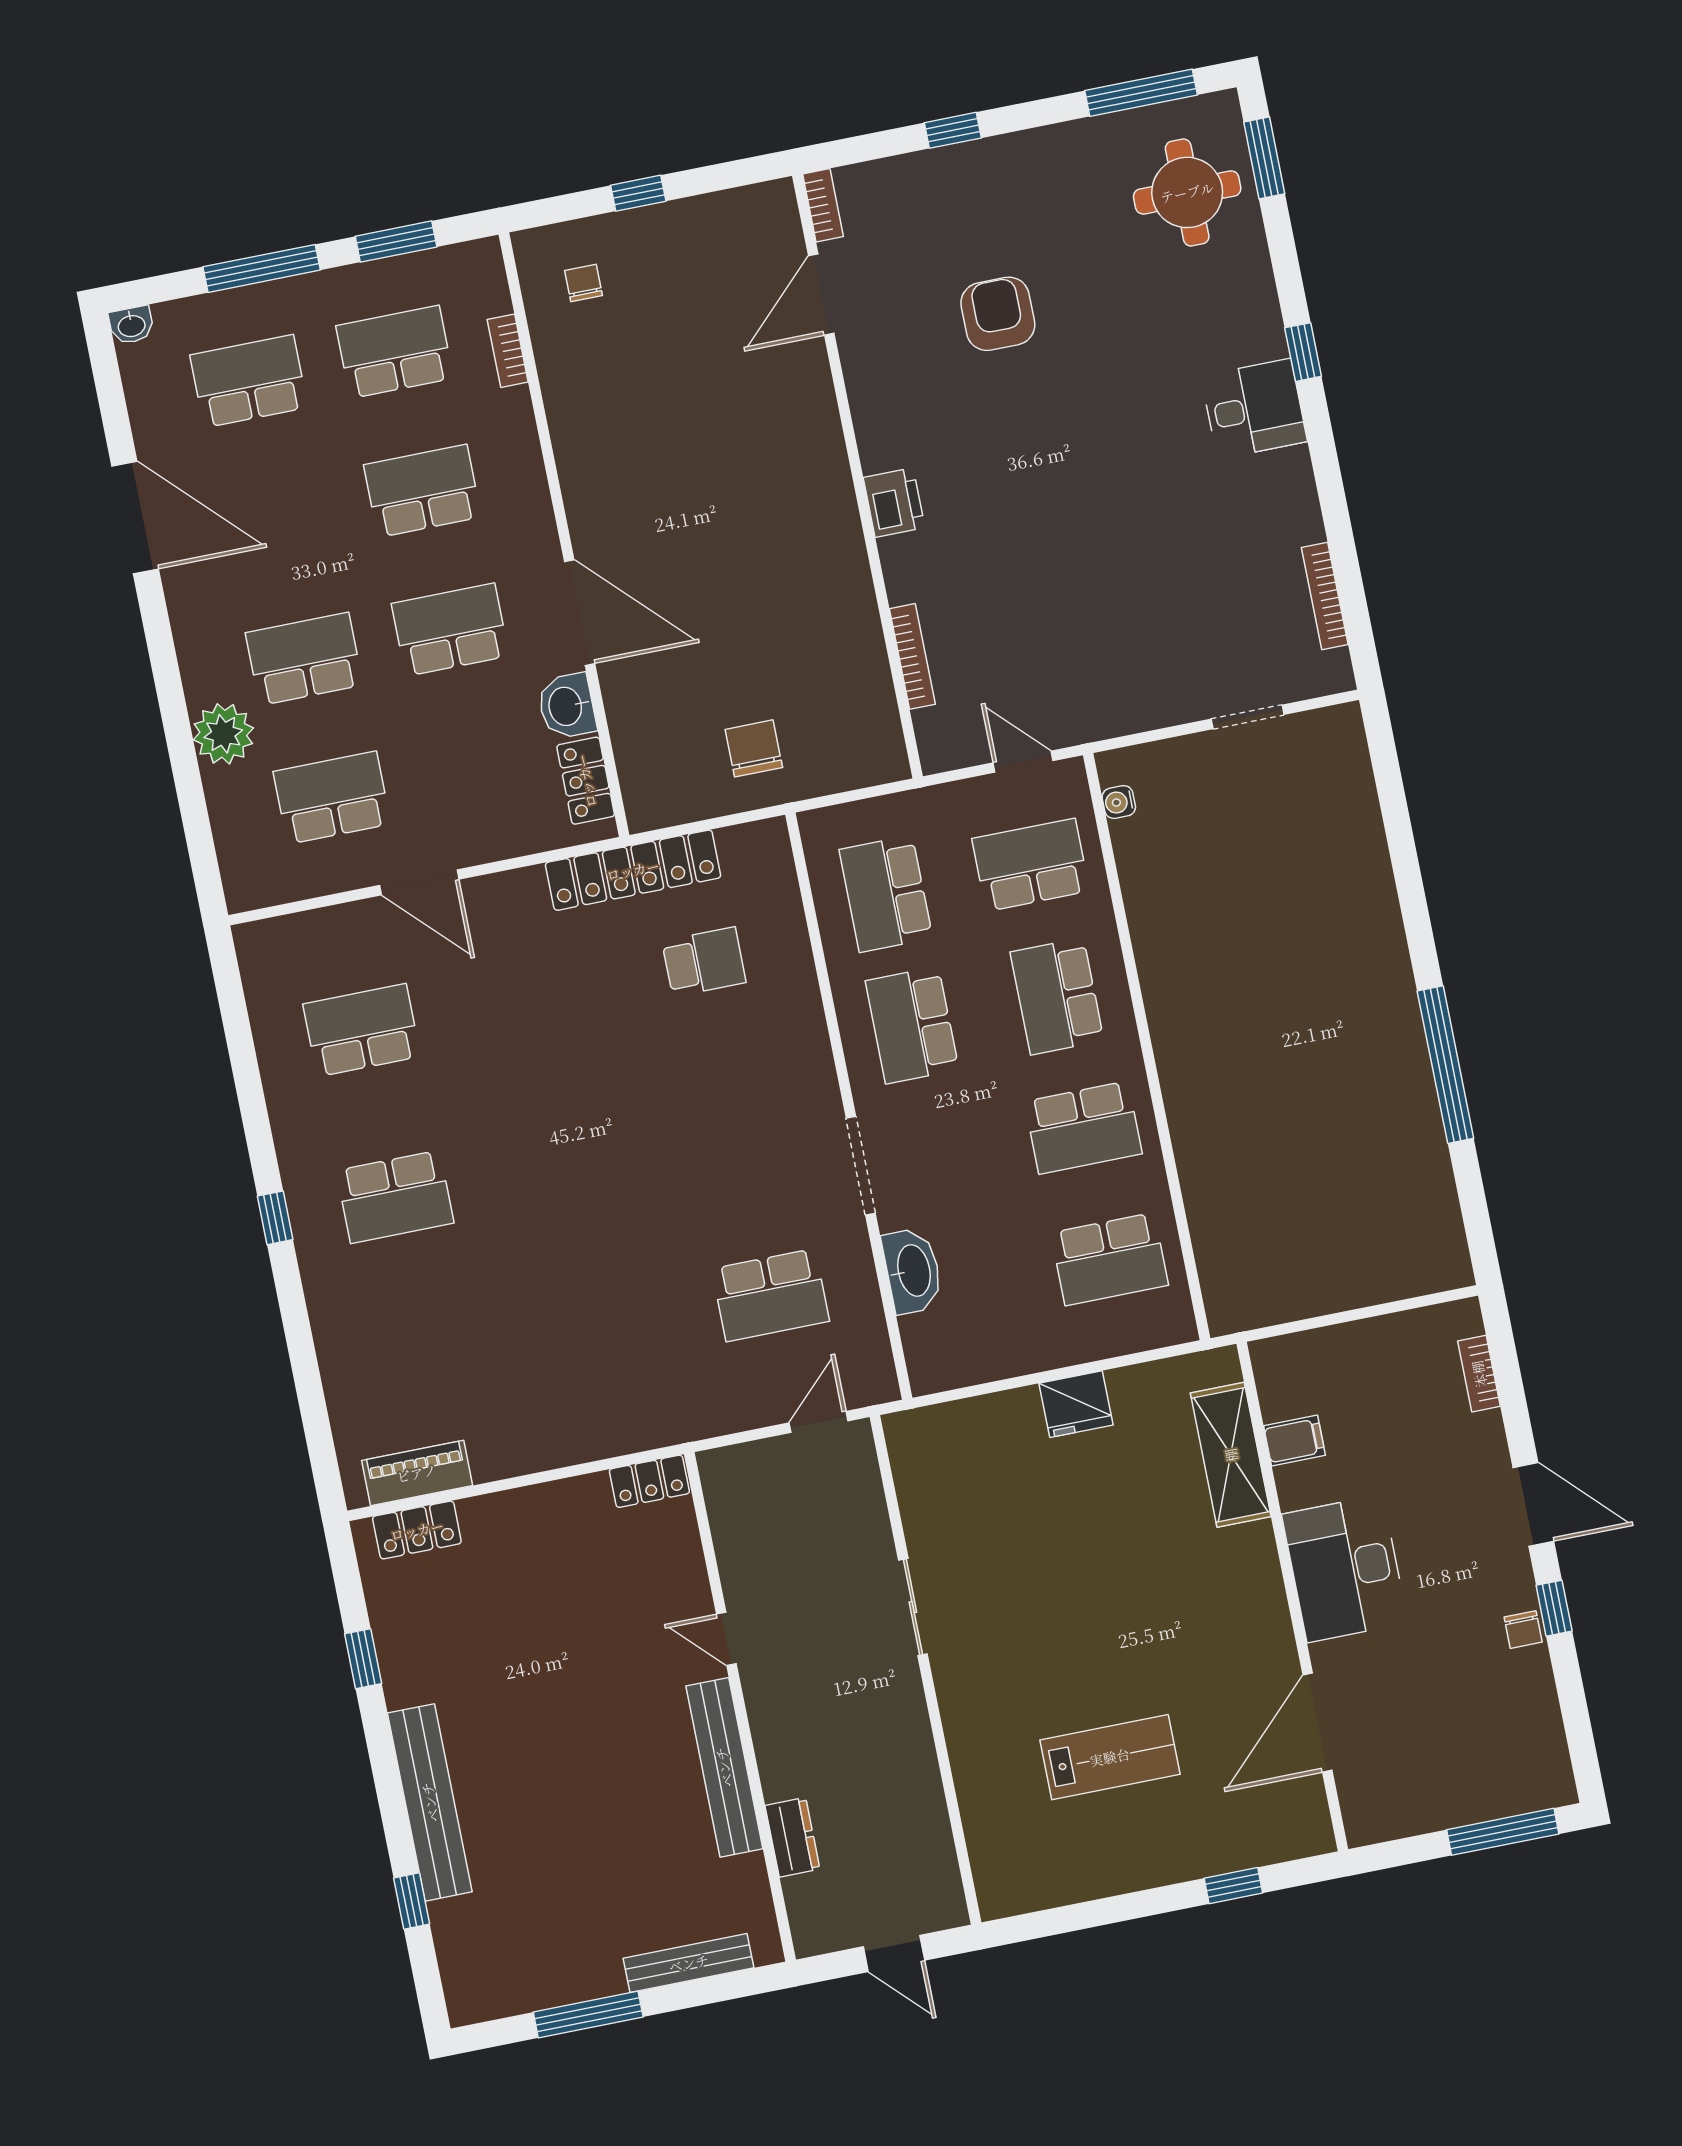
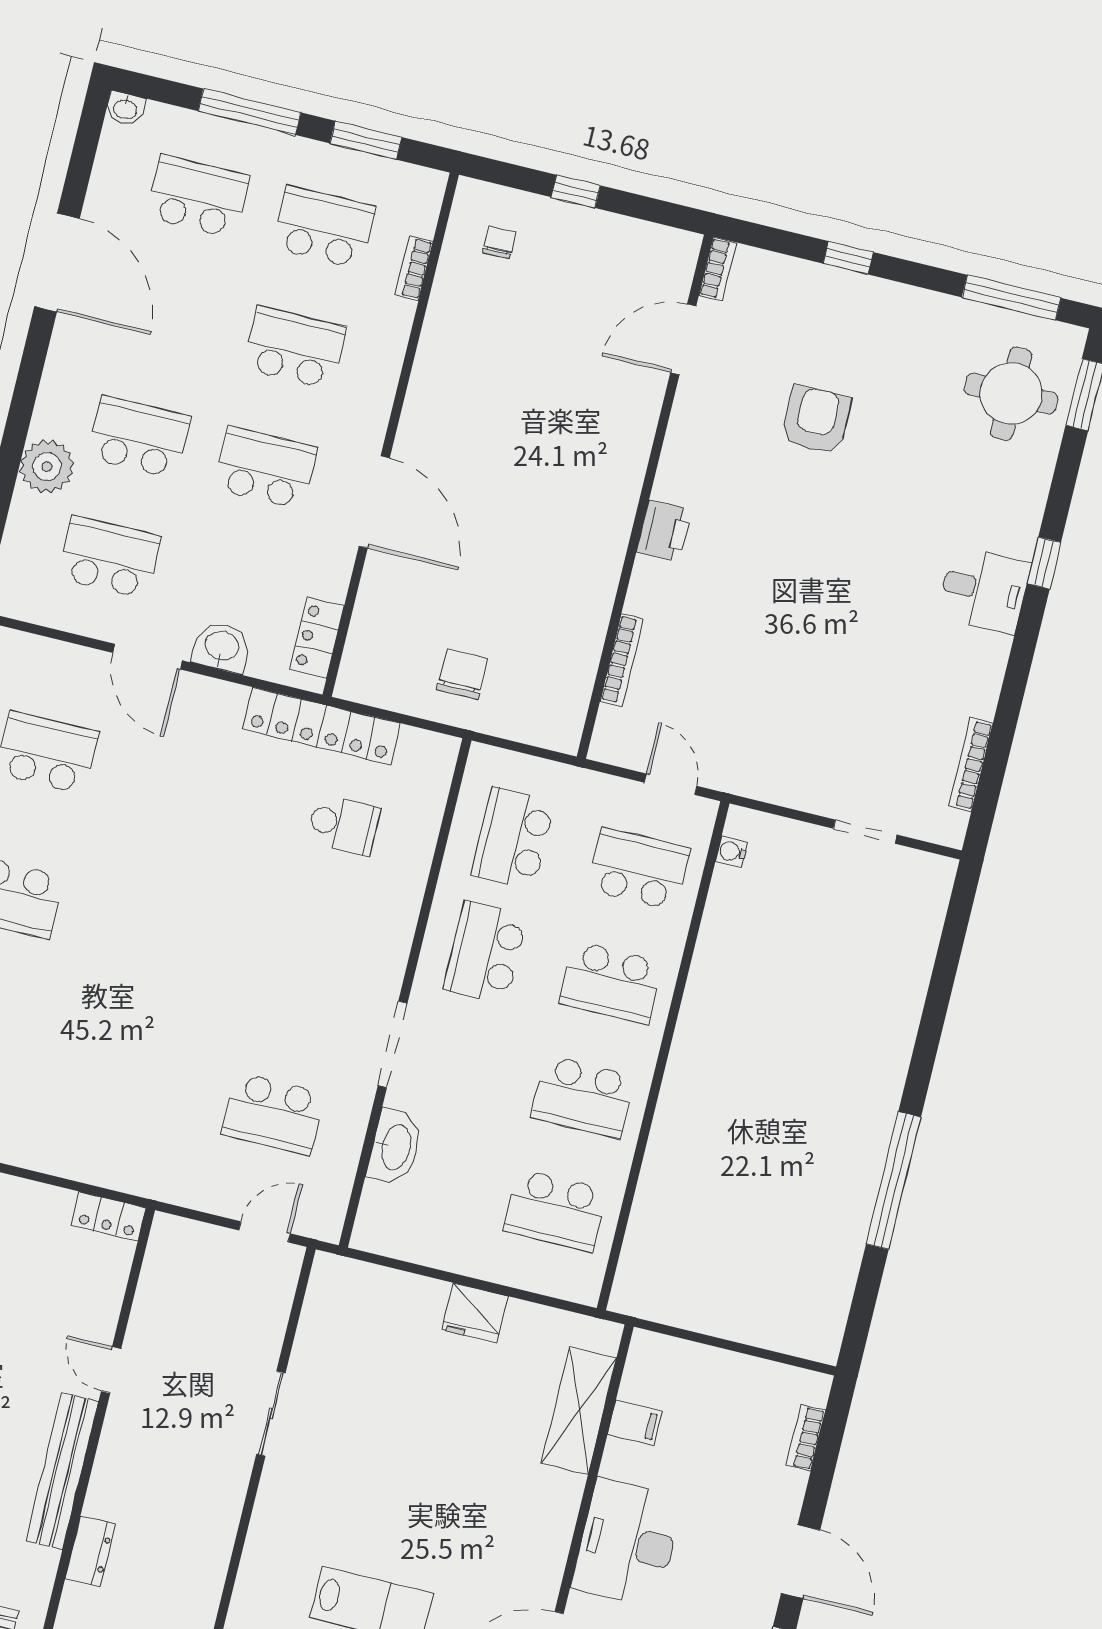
washbasin: (567, 706) -> (222, 647), moved, turned 90
school desk: (1057, 996) -> (611, 983), turned -90

